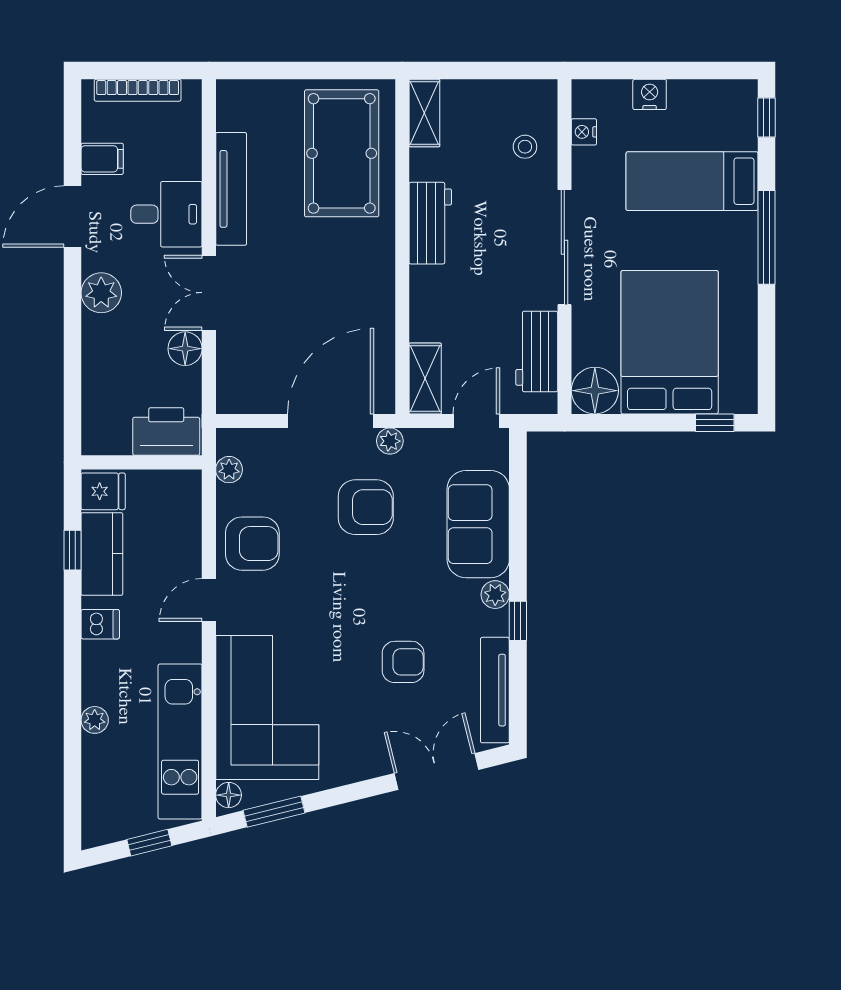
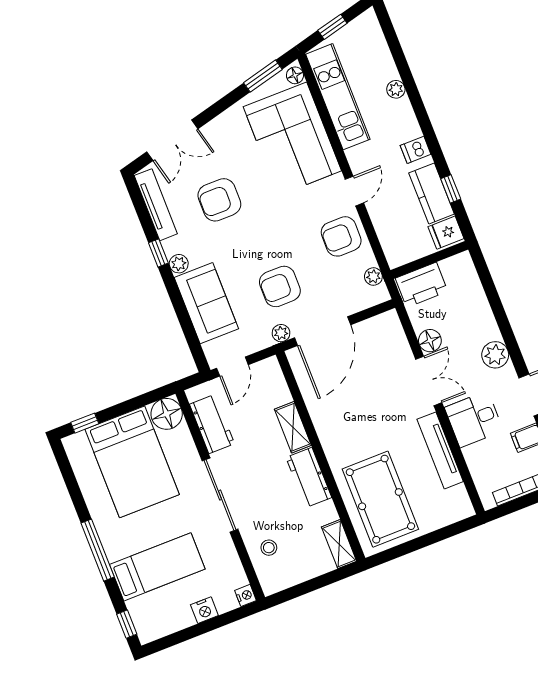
nightstand: (584, 132) -> (246, 595), moved
shelving: (425, 379) -> (293, 427), moved
armchair: (403, 662) -> (219, 200), width x1.38, depth x1.38

